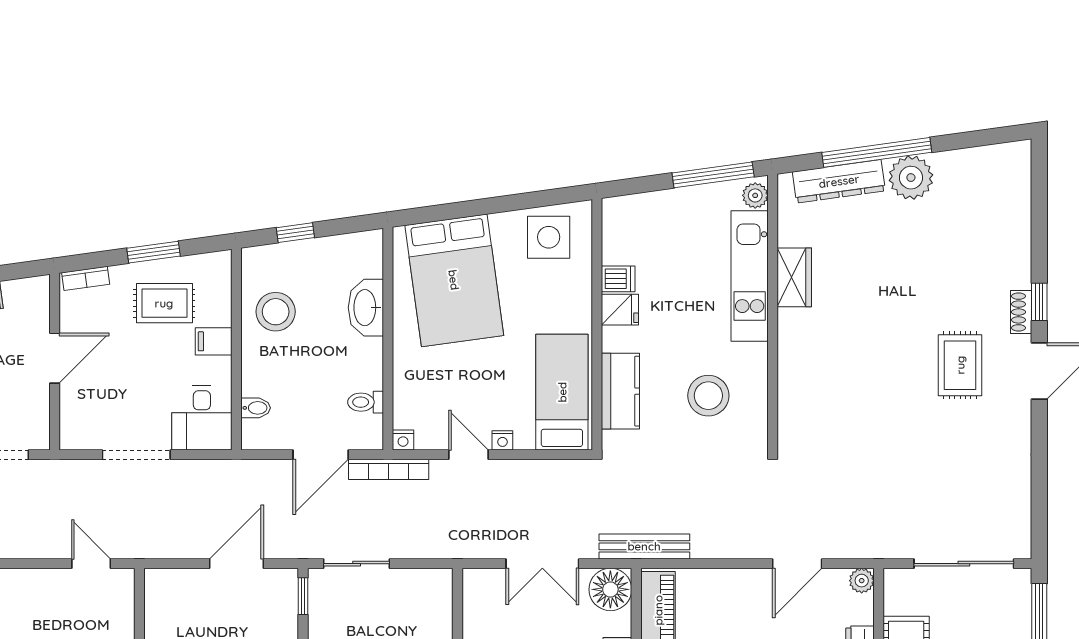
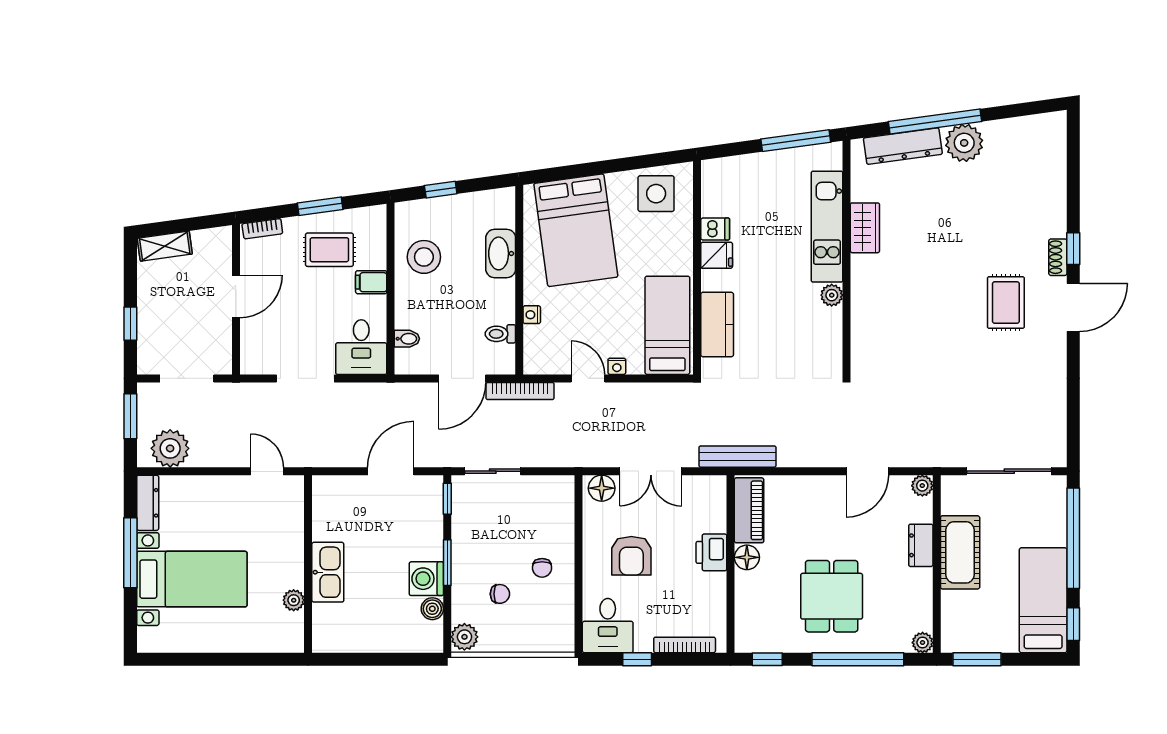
plant: (755, 195) -> (832, 295), moved
stool: (708, 396) -> (792, 328), removed
nightstand: (403, 440) -> (532, 315), moved, turned 90
floor lamp: (610, 589) -> (602, 488), moved, width x0.73, depth x0.73

